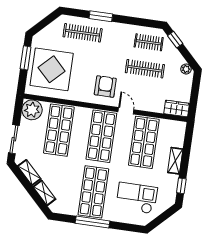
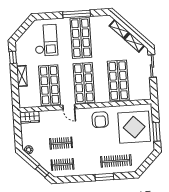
clothes rail: (145, 69) -> (61, 143), width x0.73
armchair: (105, 86) -> (100, 120), moved
plant: (32, 110) -> (143, 92), removed
checkout: (137, 198) -> (46, 40), turned -90

